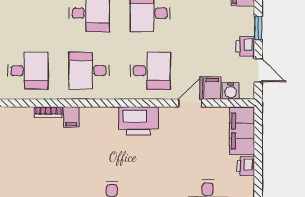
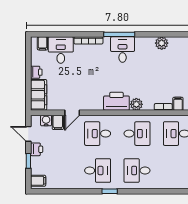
plant: (90, 116) -> (136, 104), added
filing cabinet: (71, 117) -> (178, 104), moved
printer: (138, 121) -> (116, 101), moved

